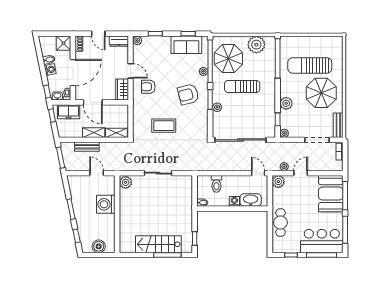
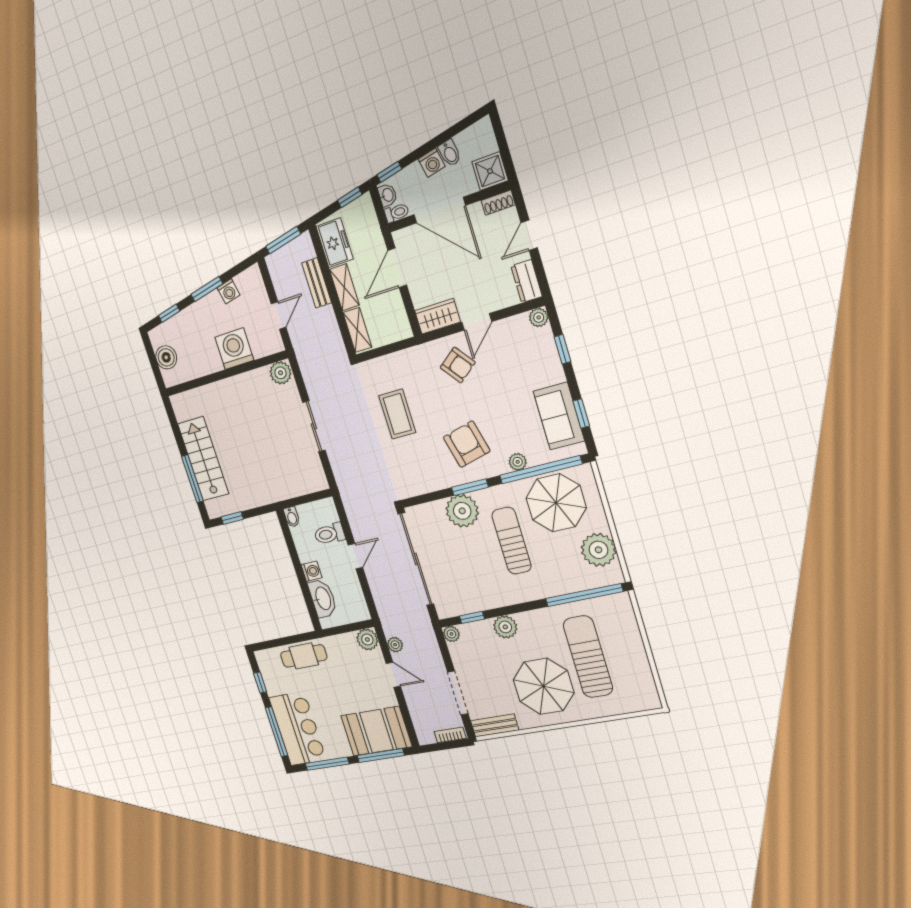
armchair: (148, 87) -> (458, 365), turned 142
plant: (217, 107) -> (462, 511), width x1.87, depth x1.87
freezer: (69, 112) -> (335, 243), moved, turned 180
door: (258, 173) -> (355, 556), moved
washing machine: (76, 197) -> (228, 291), added

